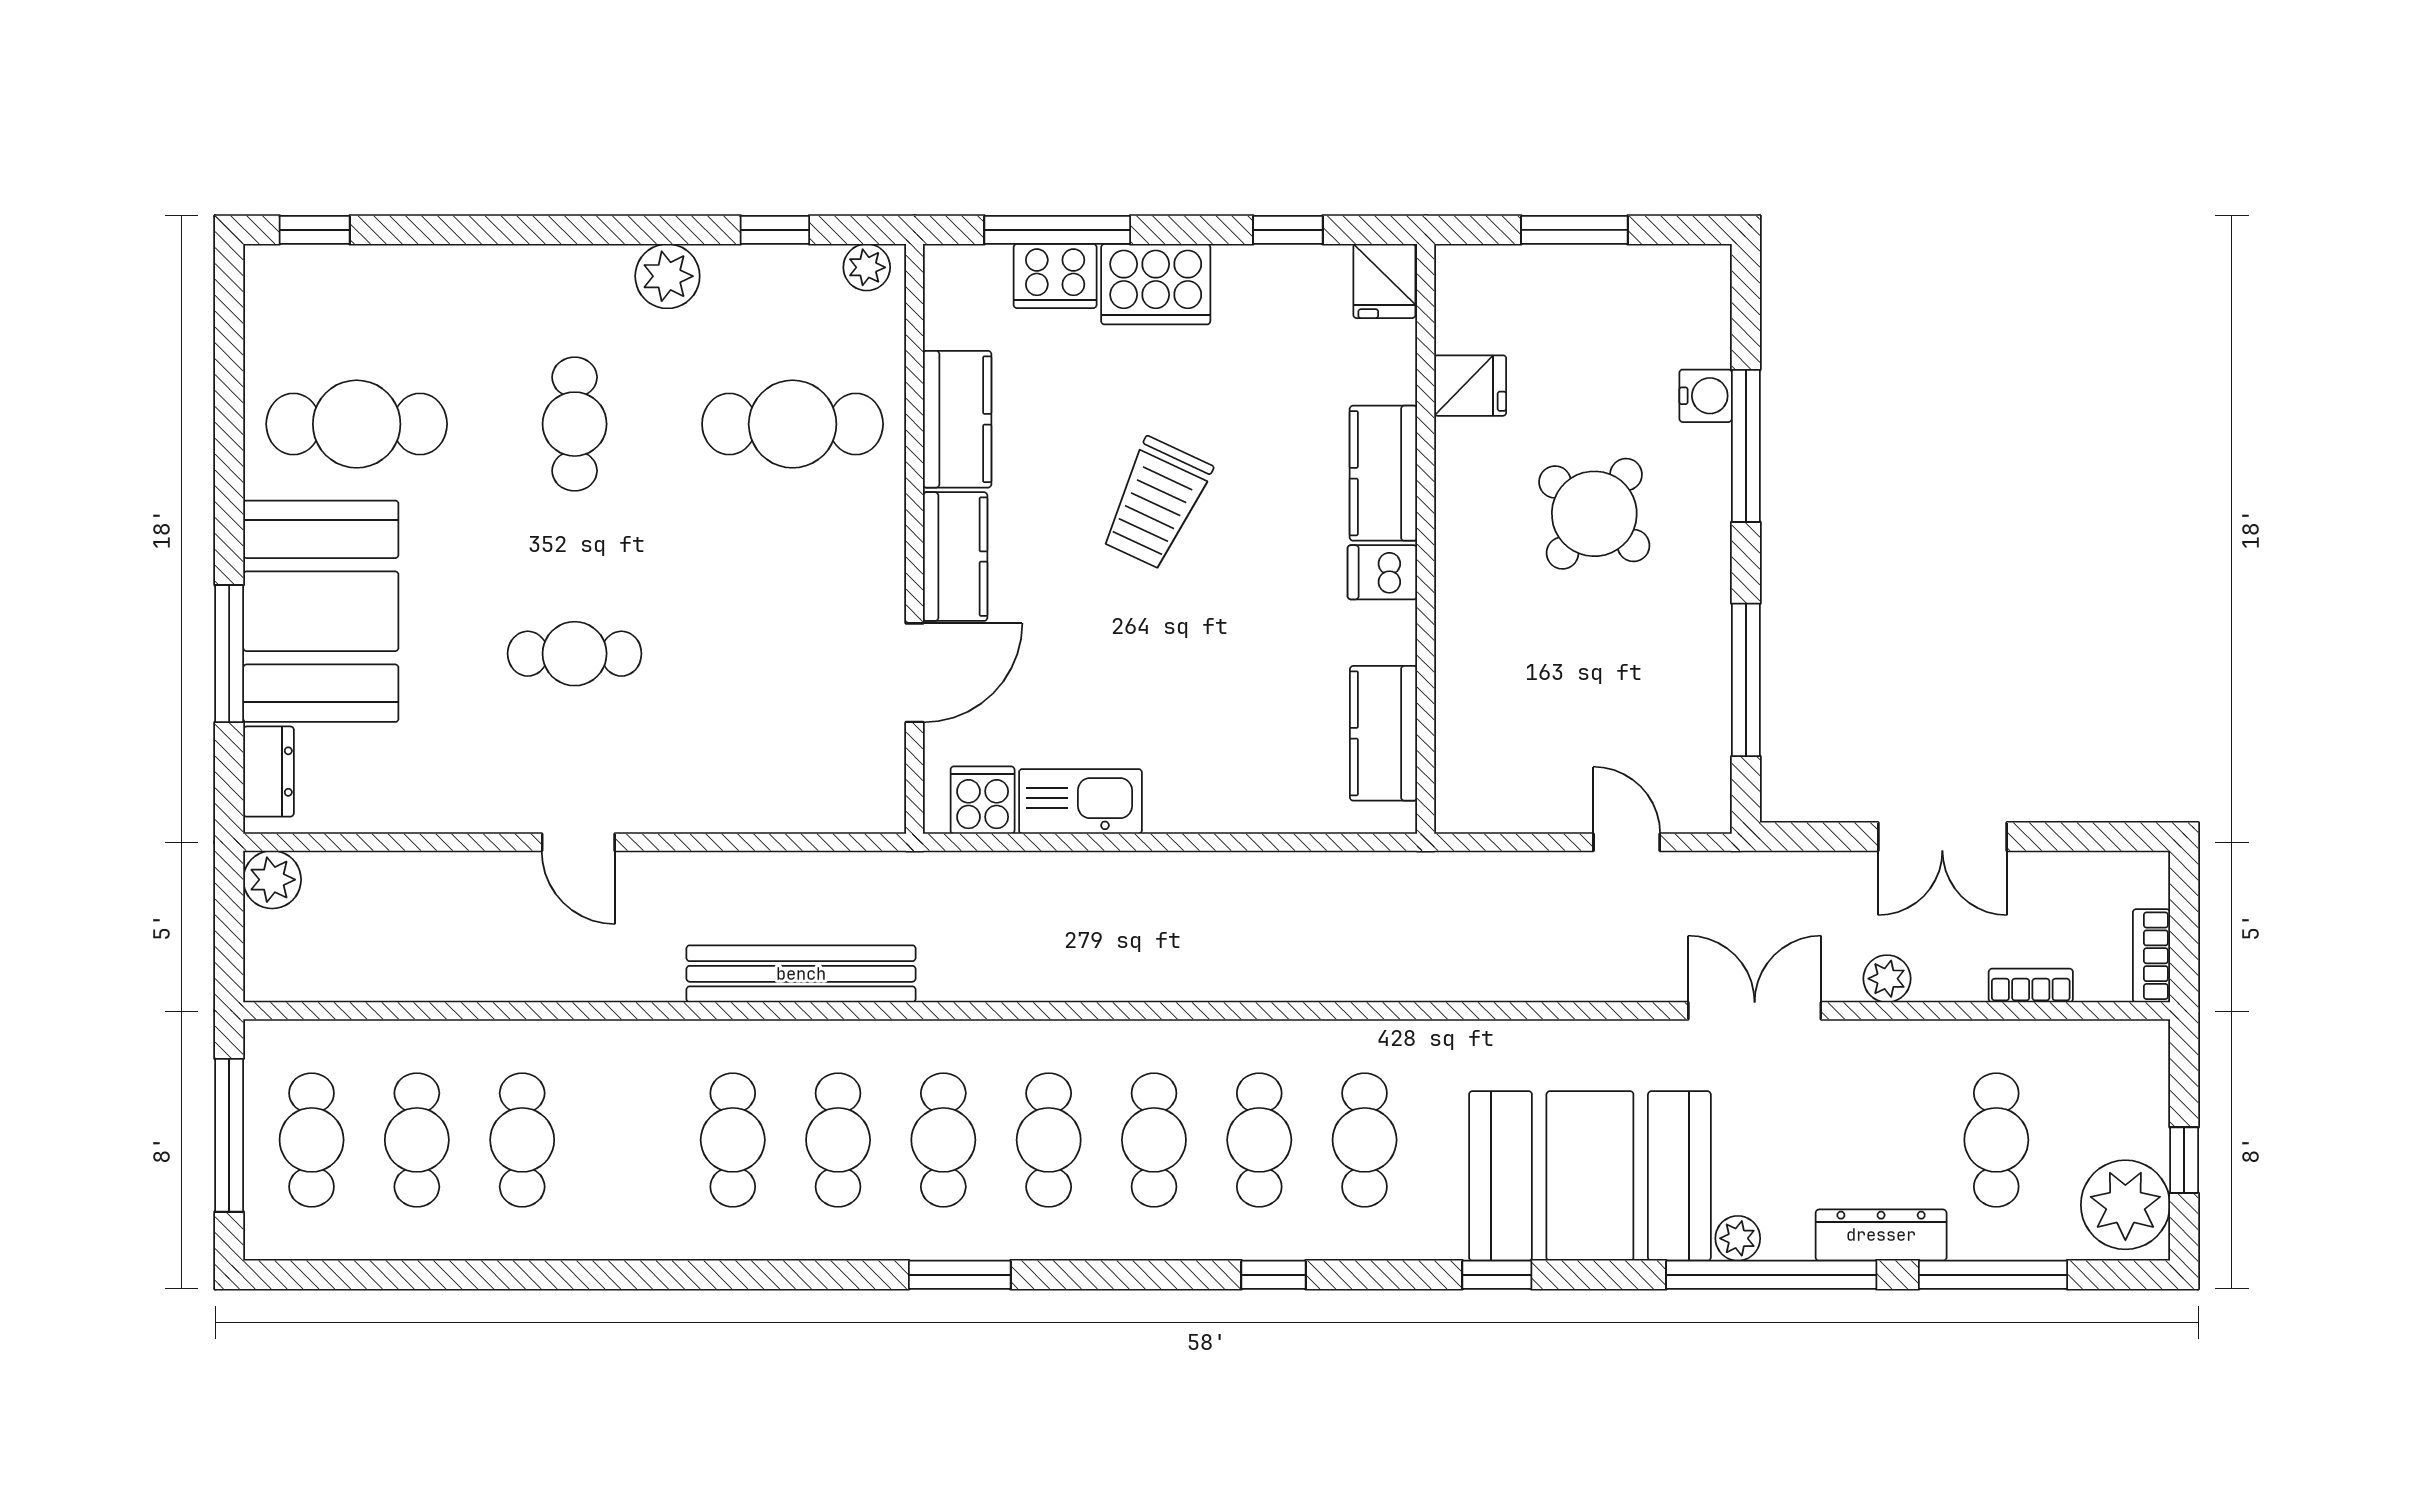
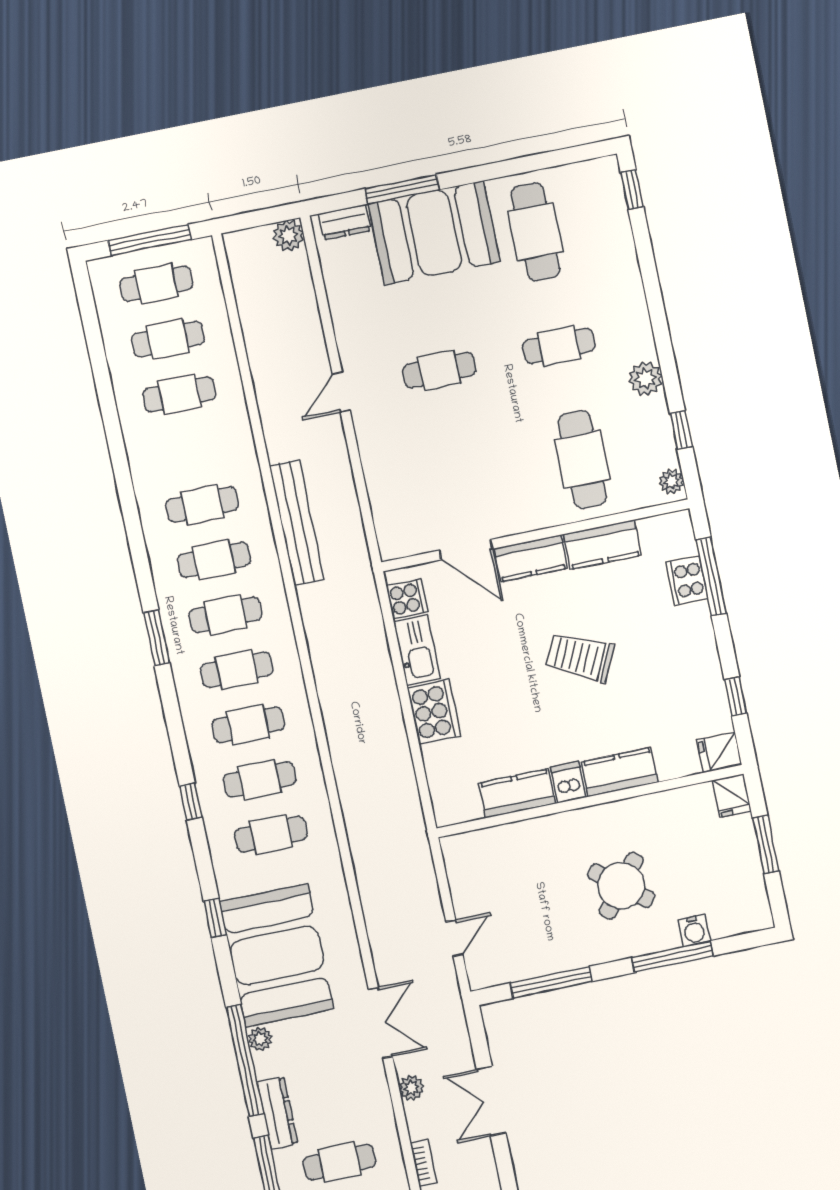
cooker: (1156, 284) -> (434, 712), moved, turned 180
fridge: (1470, 386) -> (732, 796), moved
cafe table: (575, 654) -> (439, 370), turned 90
kitchen counter: (1384, 733) -> (517, 793), moved

